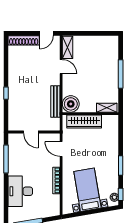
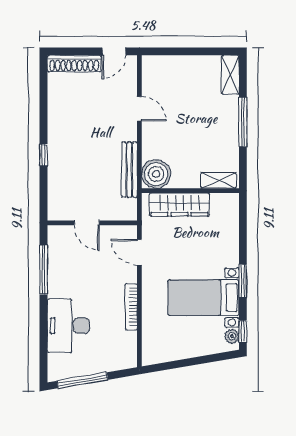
shelving: (68, 47) -> (230, 75), moved
bed with nightstands: (87, 190) -> (204, 298), moved, turned -80

